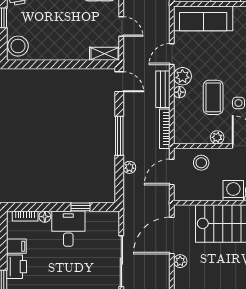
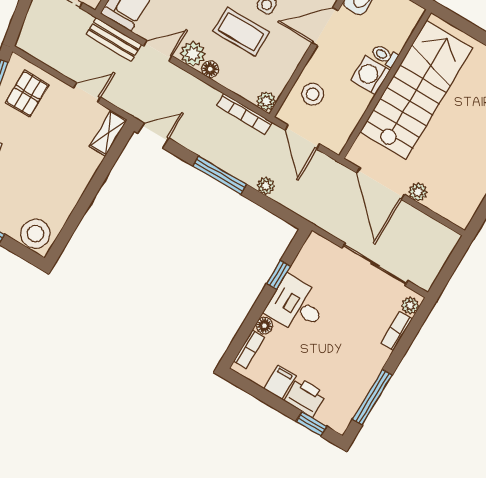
door: (172, 54) -> (158, 51), swing flipped
bench: (163, 89) -> (114, 39), moved
plant: (217, 137) -> (266, 101), moved

